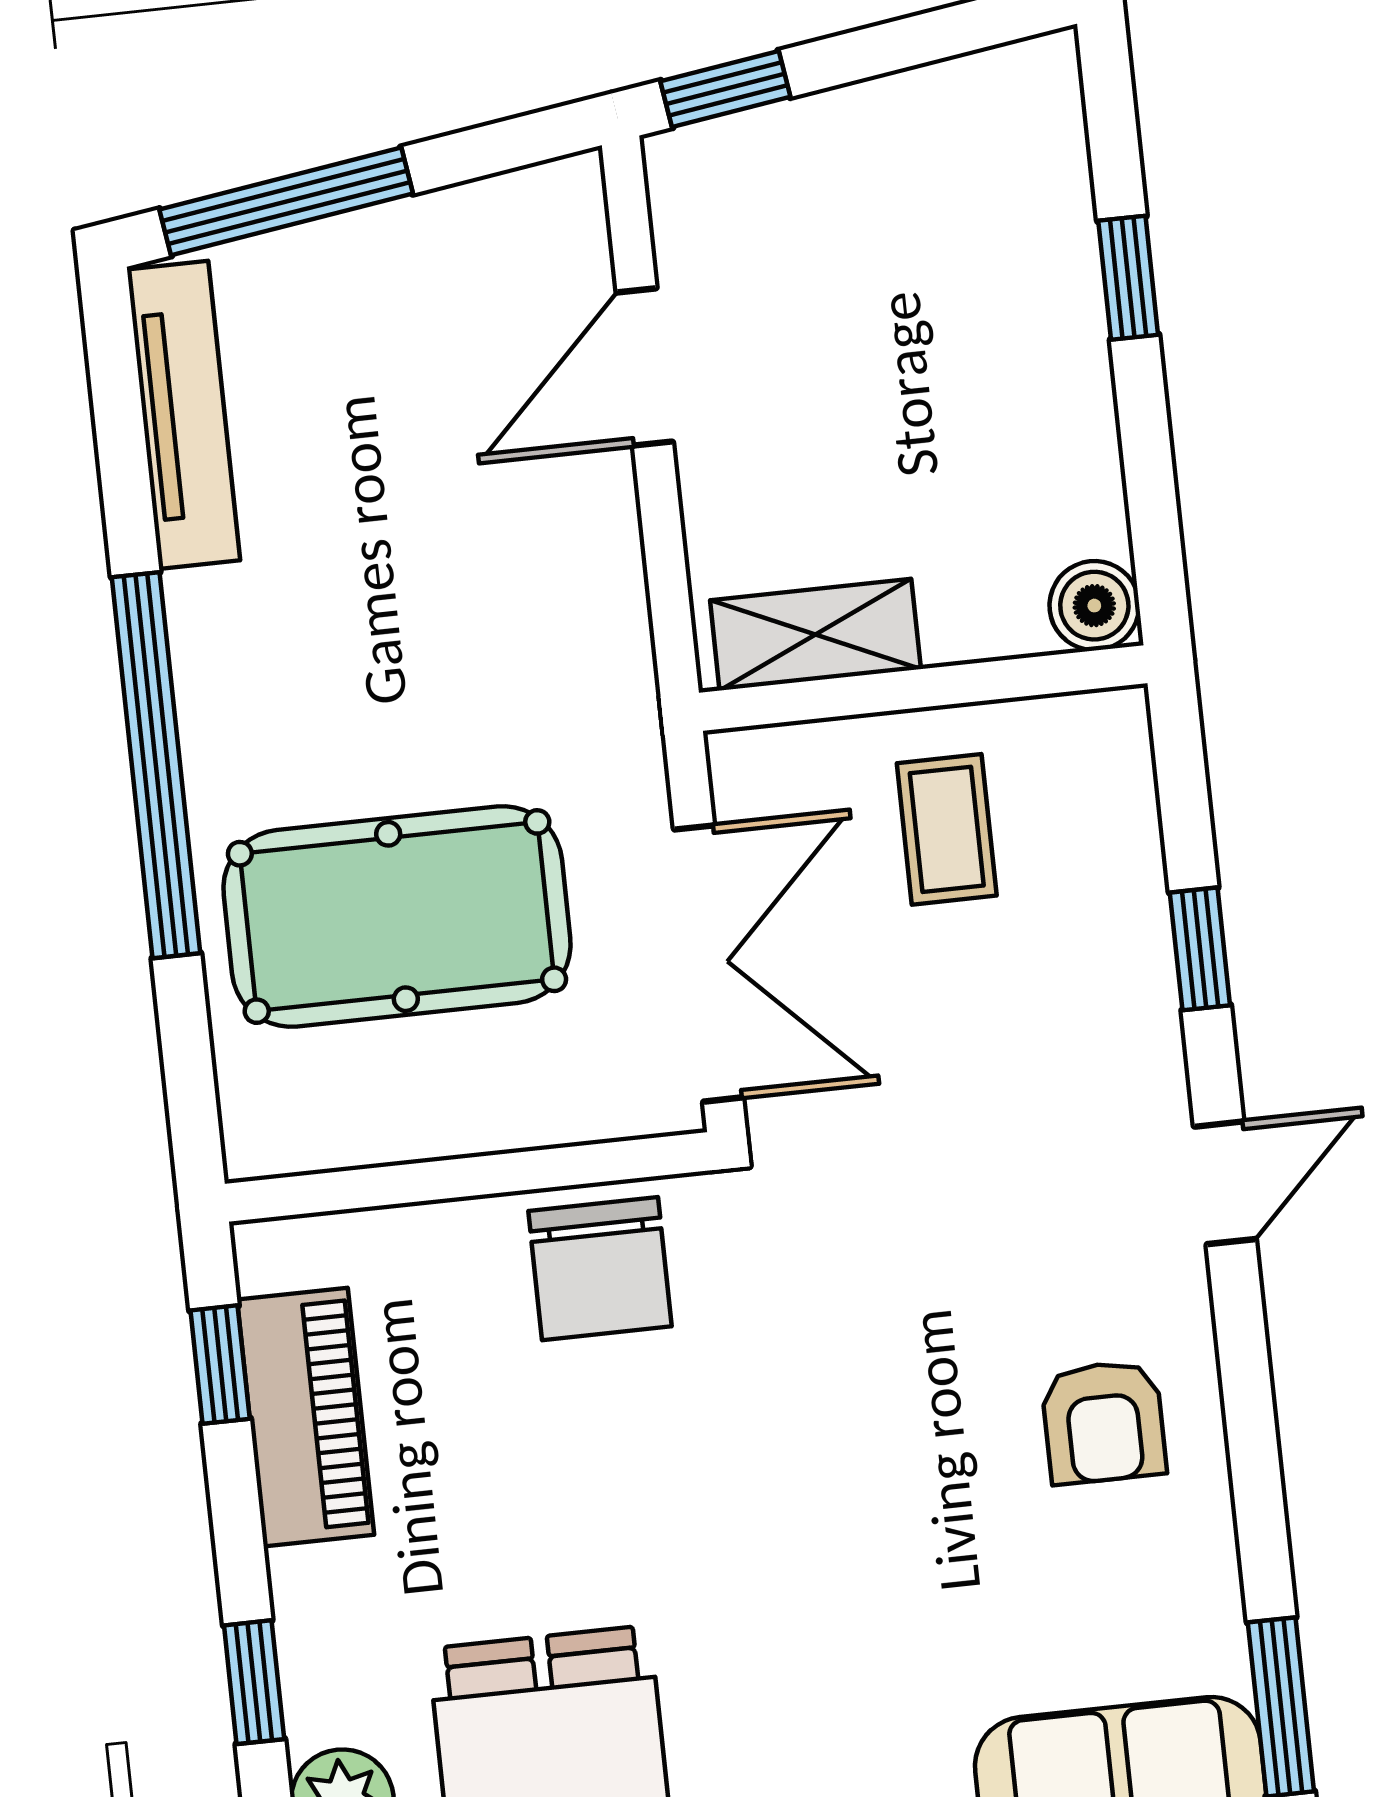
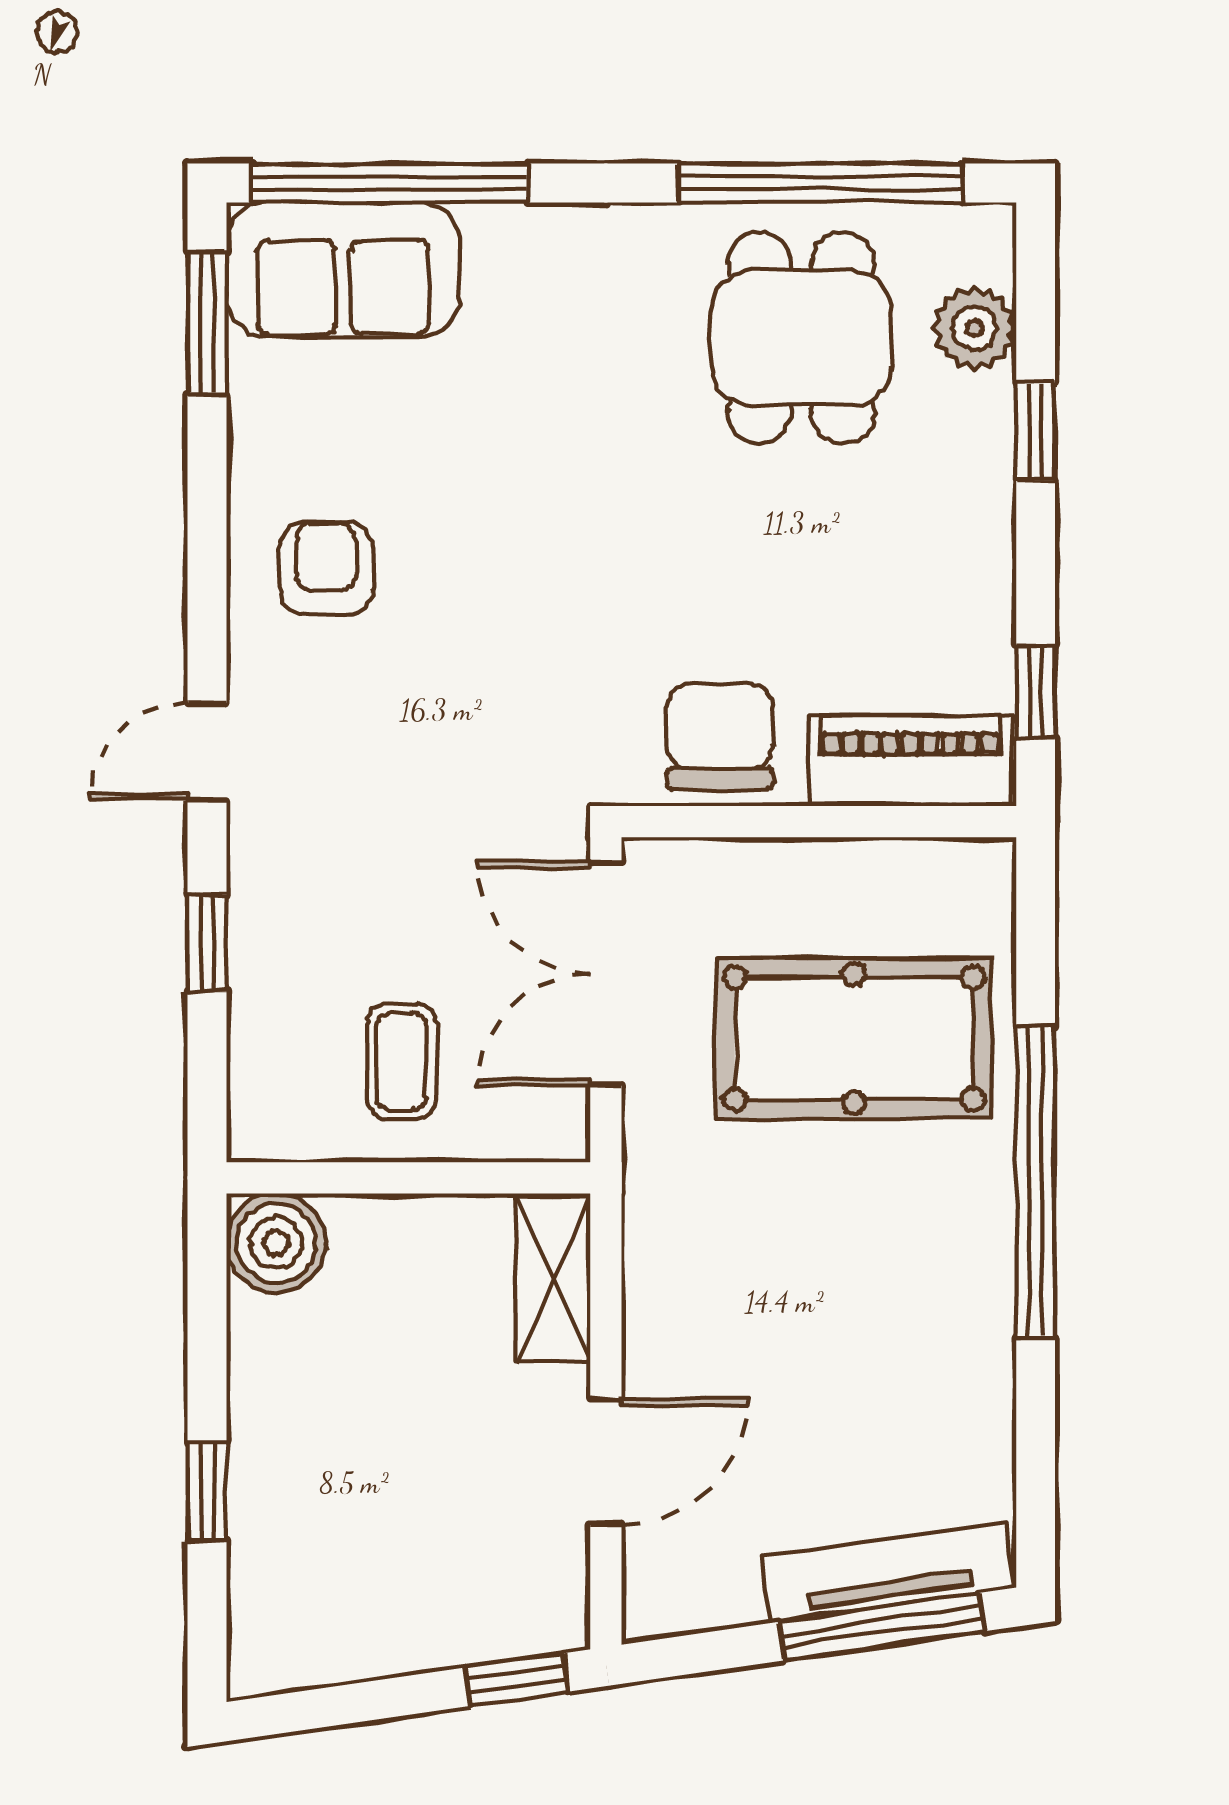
tv unit: (184, 415) -> (888, 1573), moved, turned 82
boiler: (1094, 606) -> (276, 1243), width x1.36, depth x1.36
shelving: (815, 635) -> (553, 1279), moved, turned 90
piano: (306, 1417) -> (910, 761), moved, turned 90

